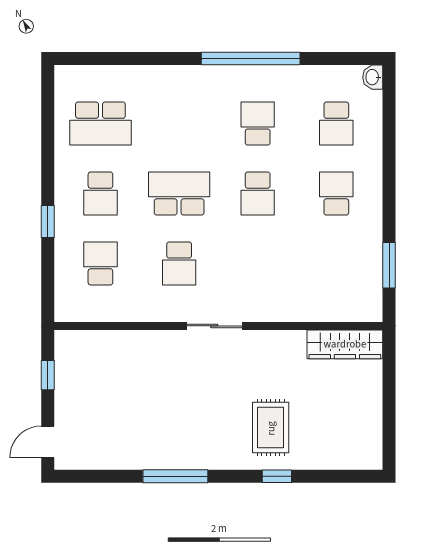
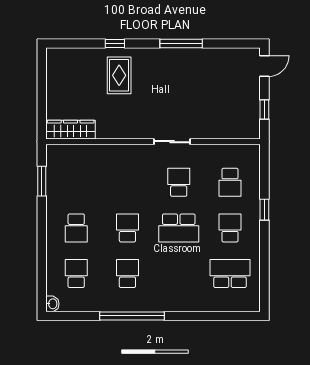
school desk: (258, 124) -> (127, 274), turned 180
sliding door: (214, 326) -> (172, 142), moved

